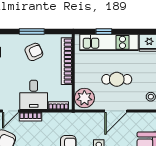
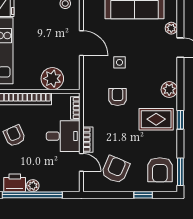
cafe table: (117, 79) -> (45, 42), removed
plant: (84, 98) -> (52, 79), moved

